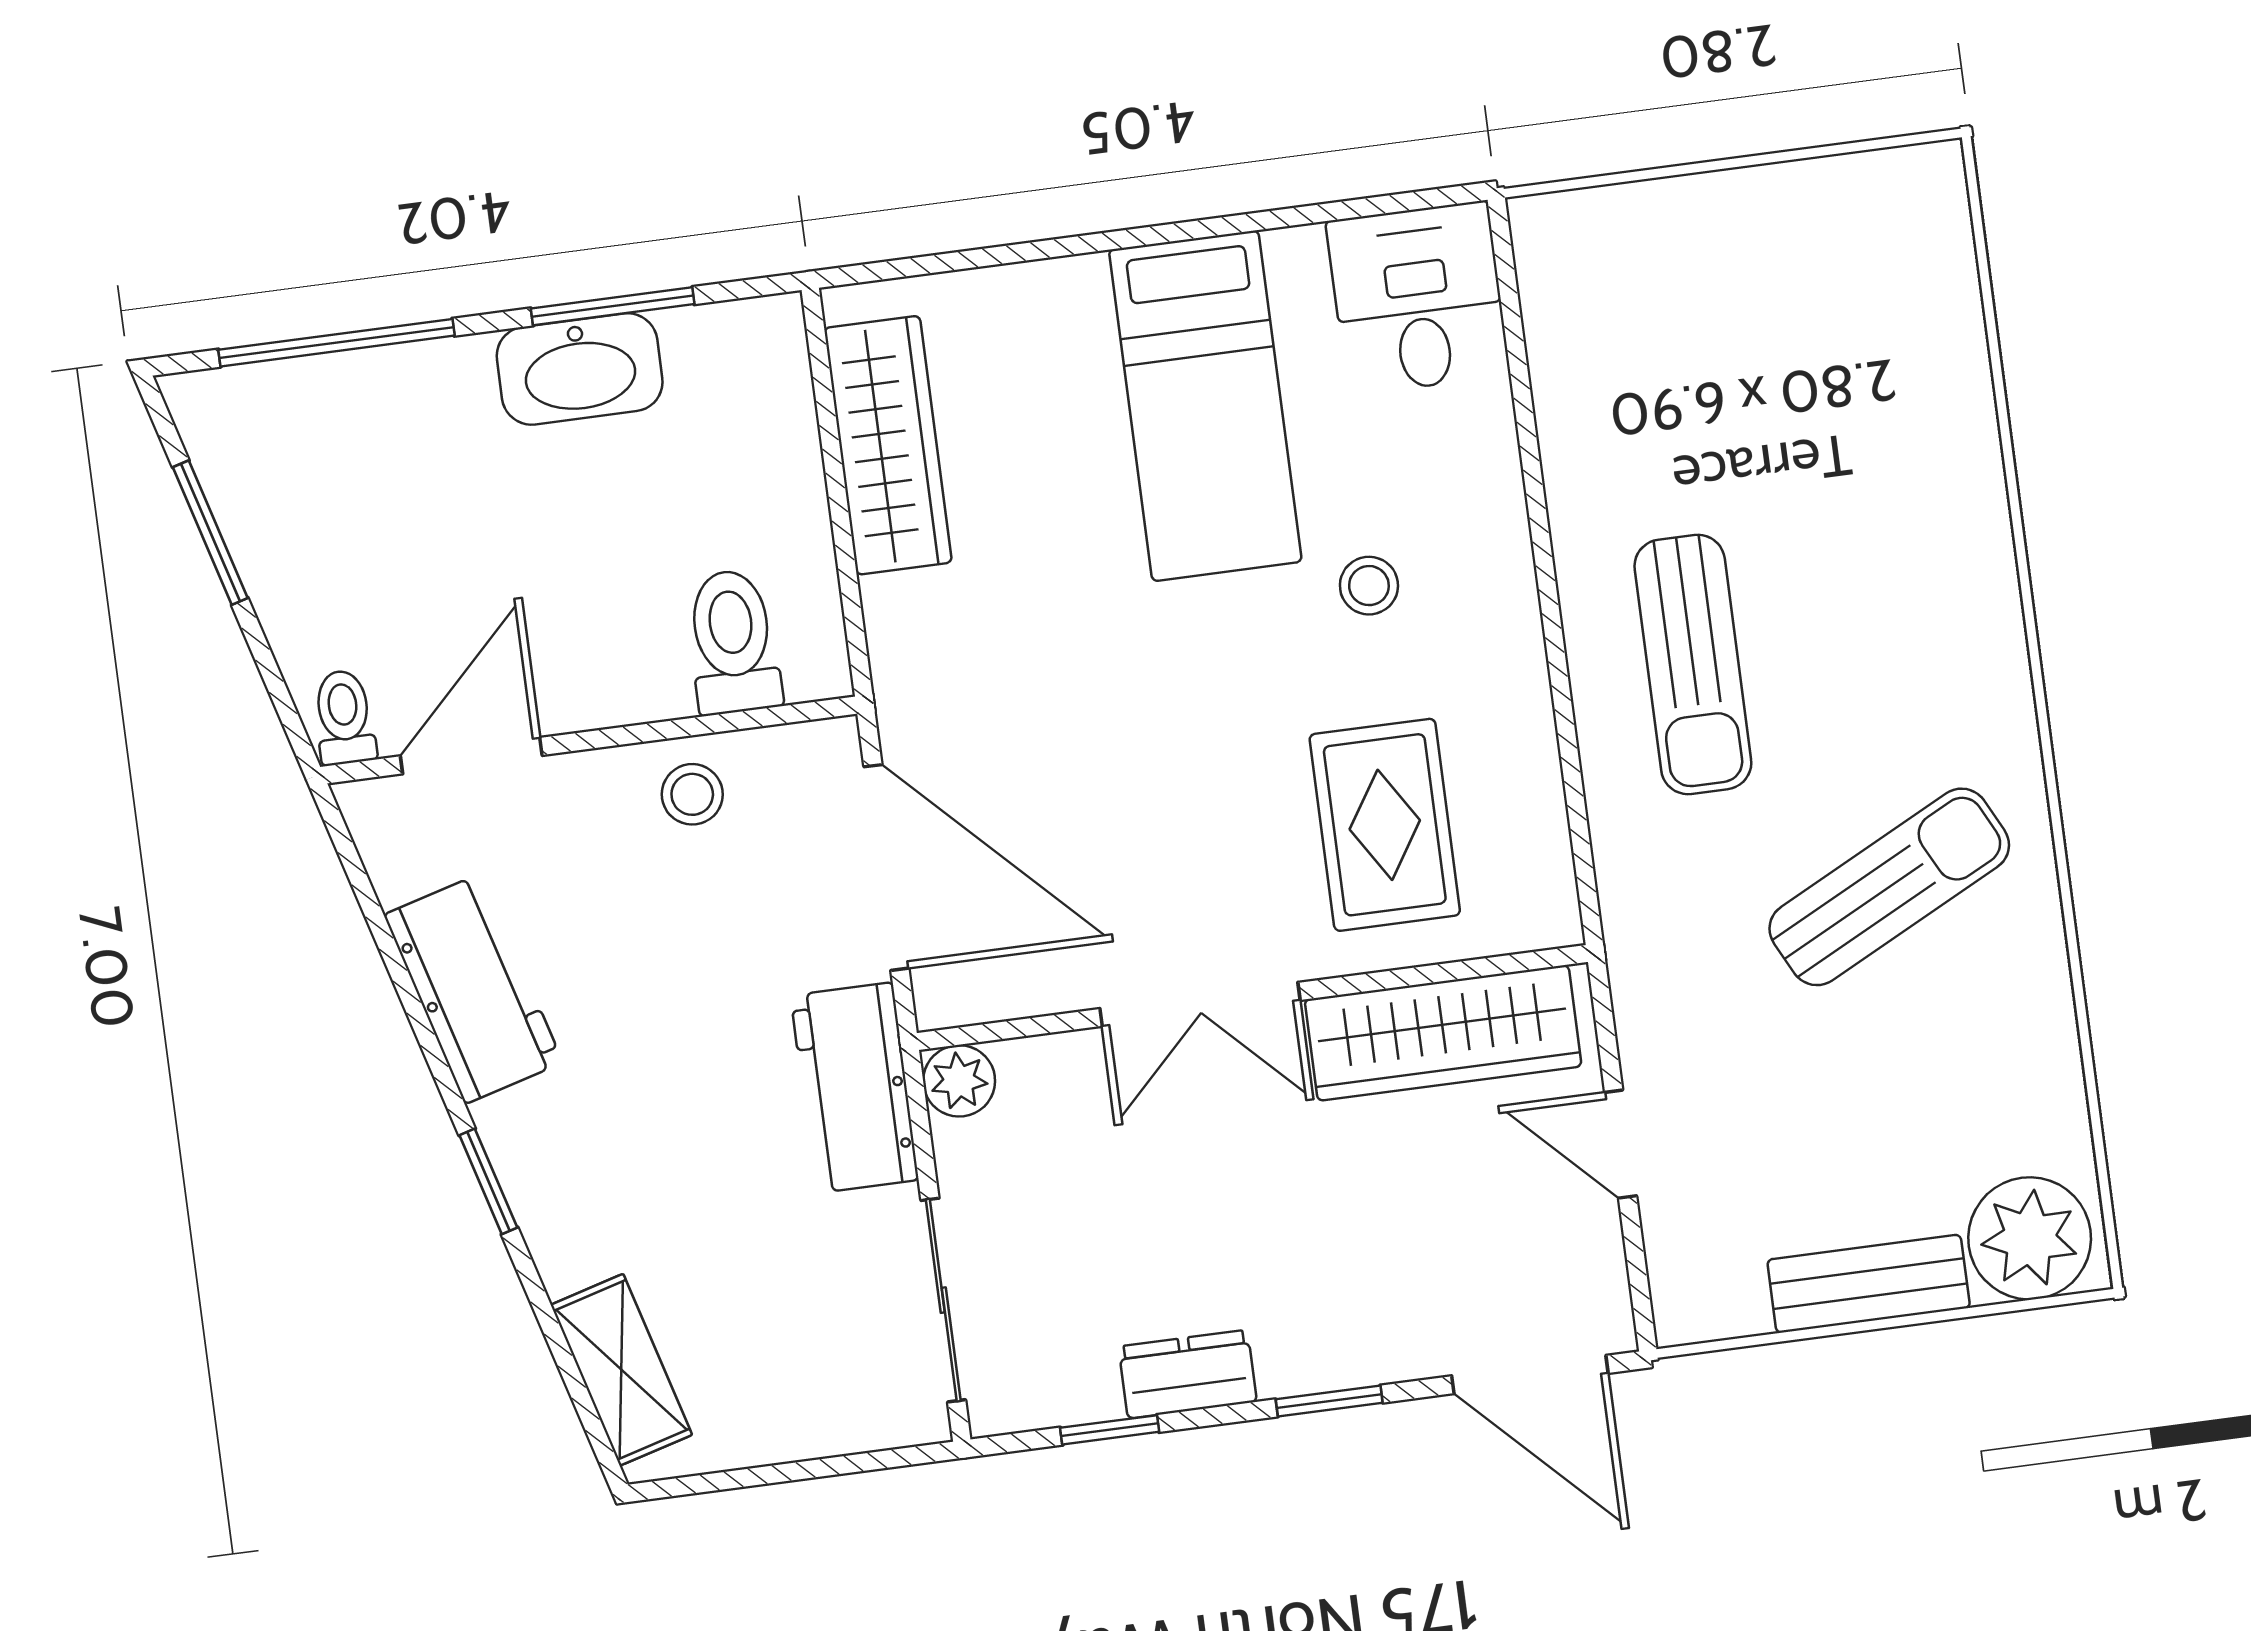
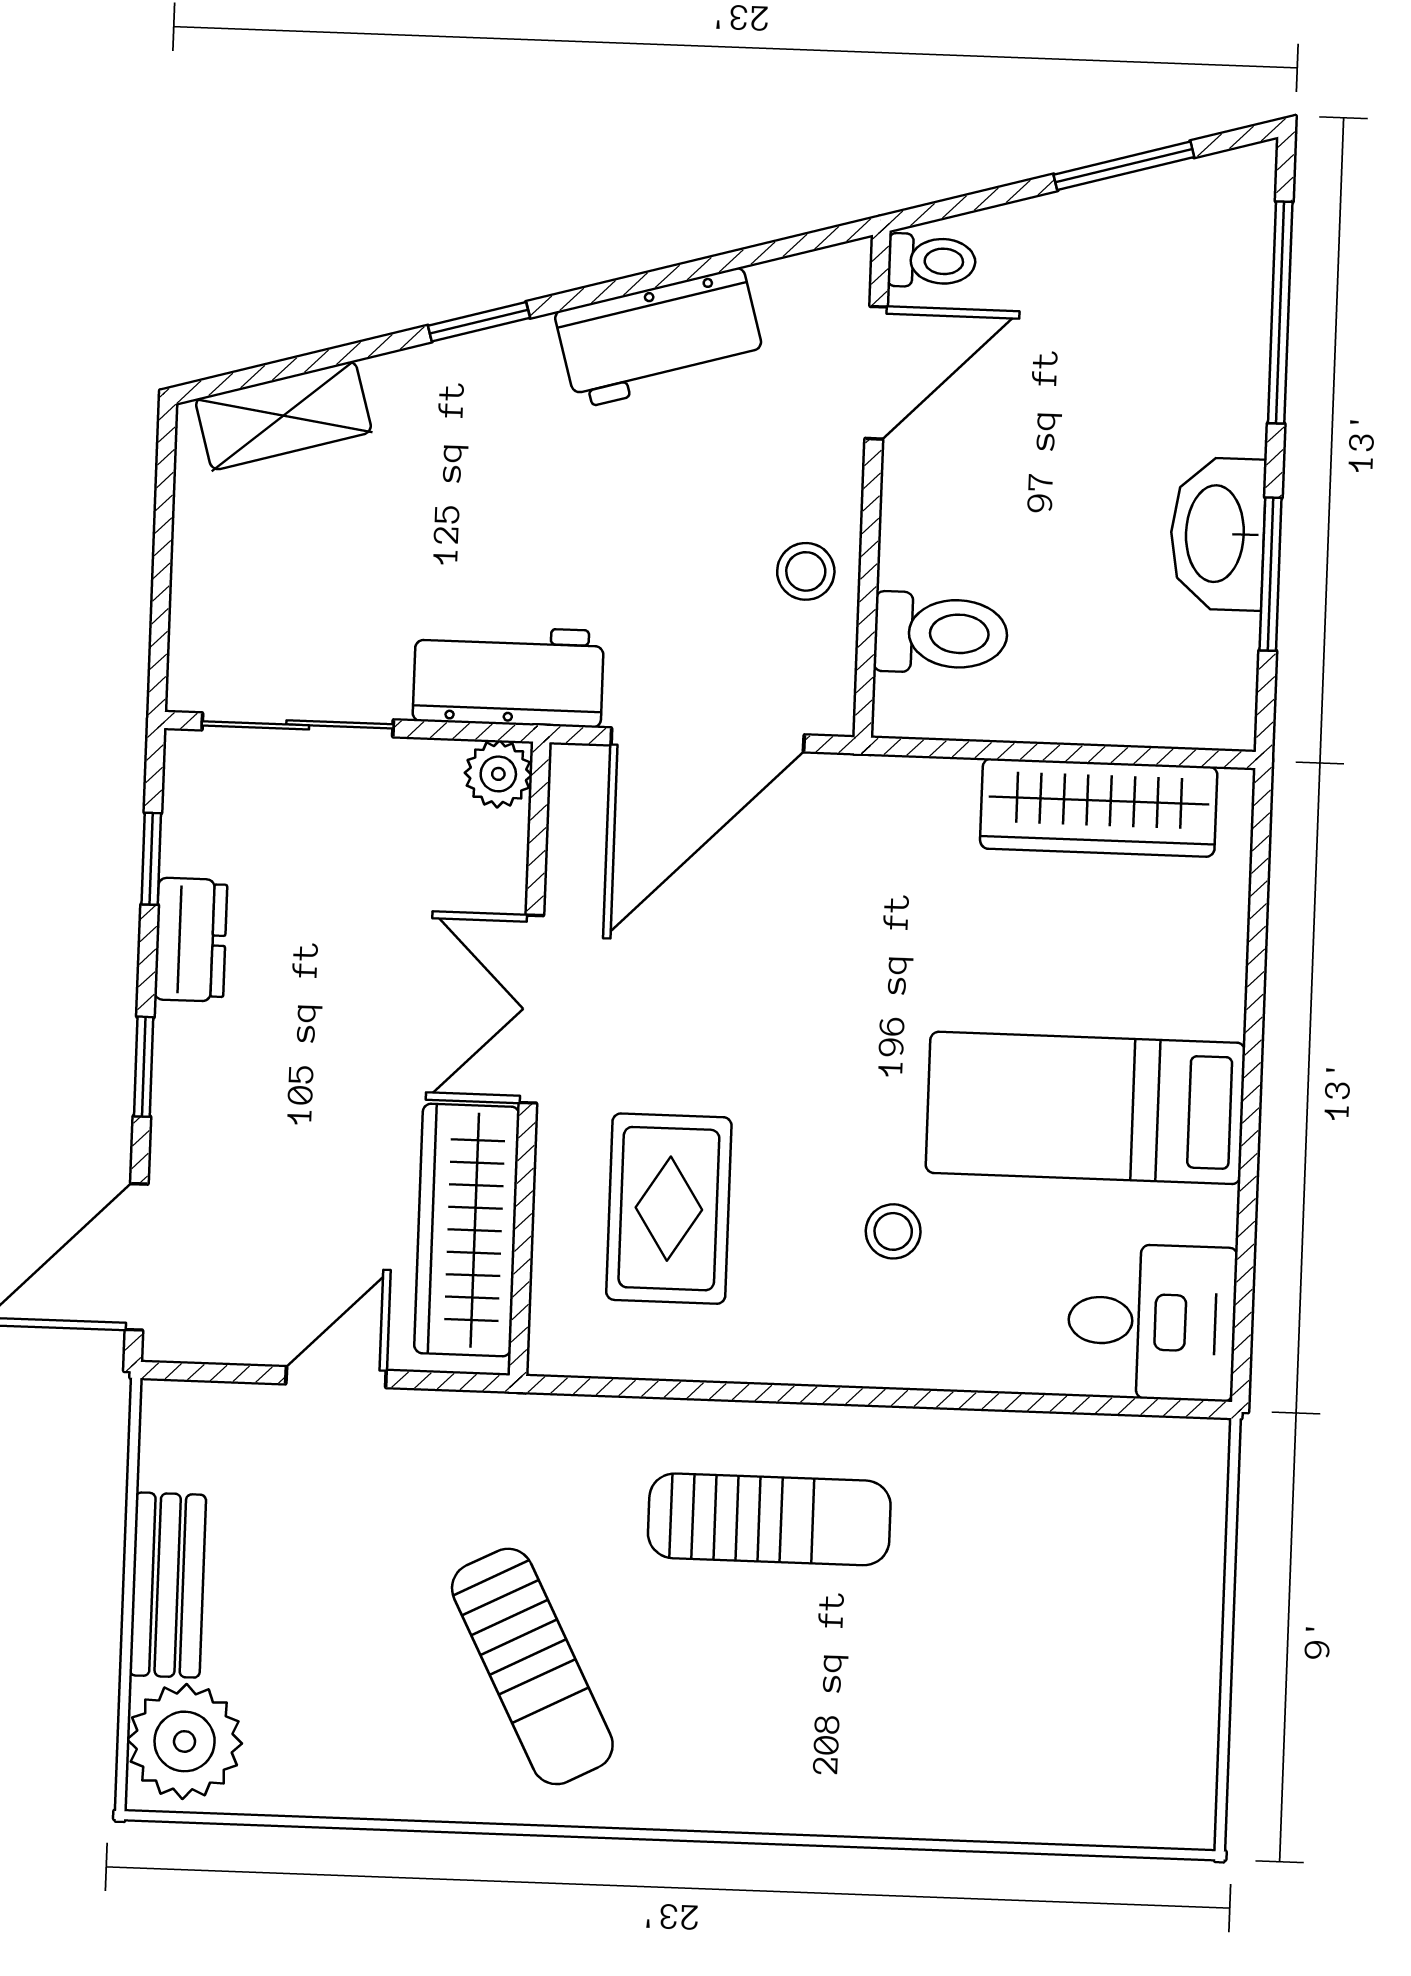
sun lounger: (1693, 664) -> (769, 1519), turned 180
door: (471, 756) -> (876, 373), hinge flipped
rug: (1385, 825) -> (669, 1209), turned 90

